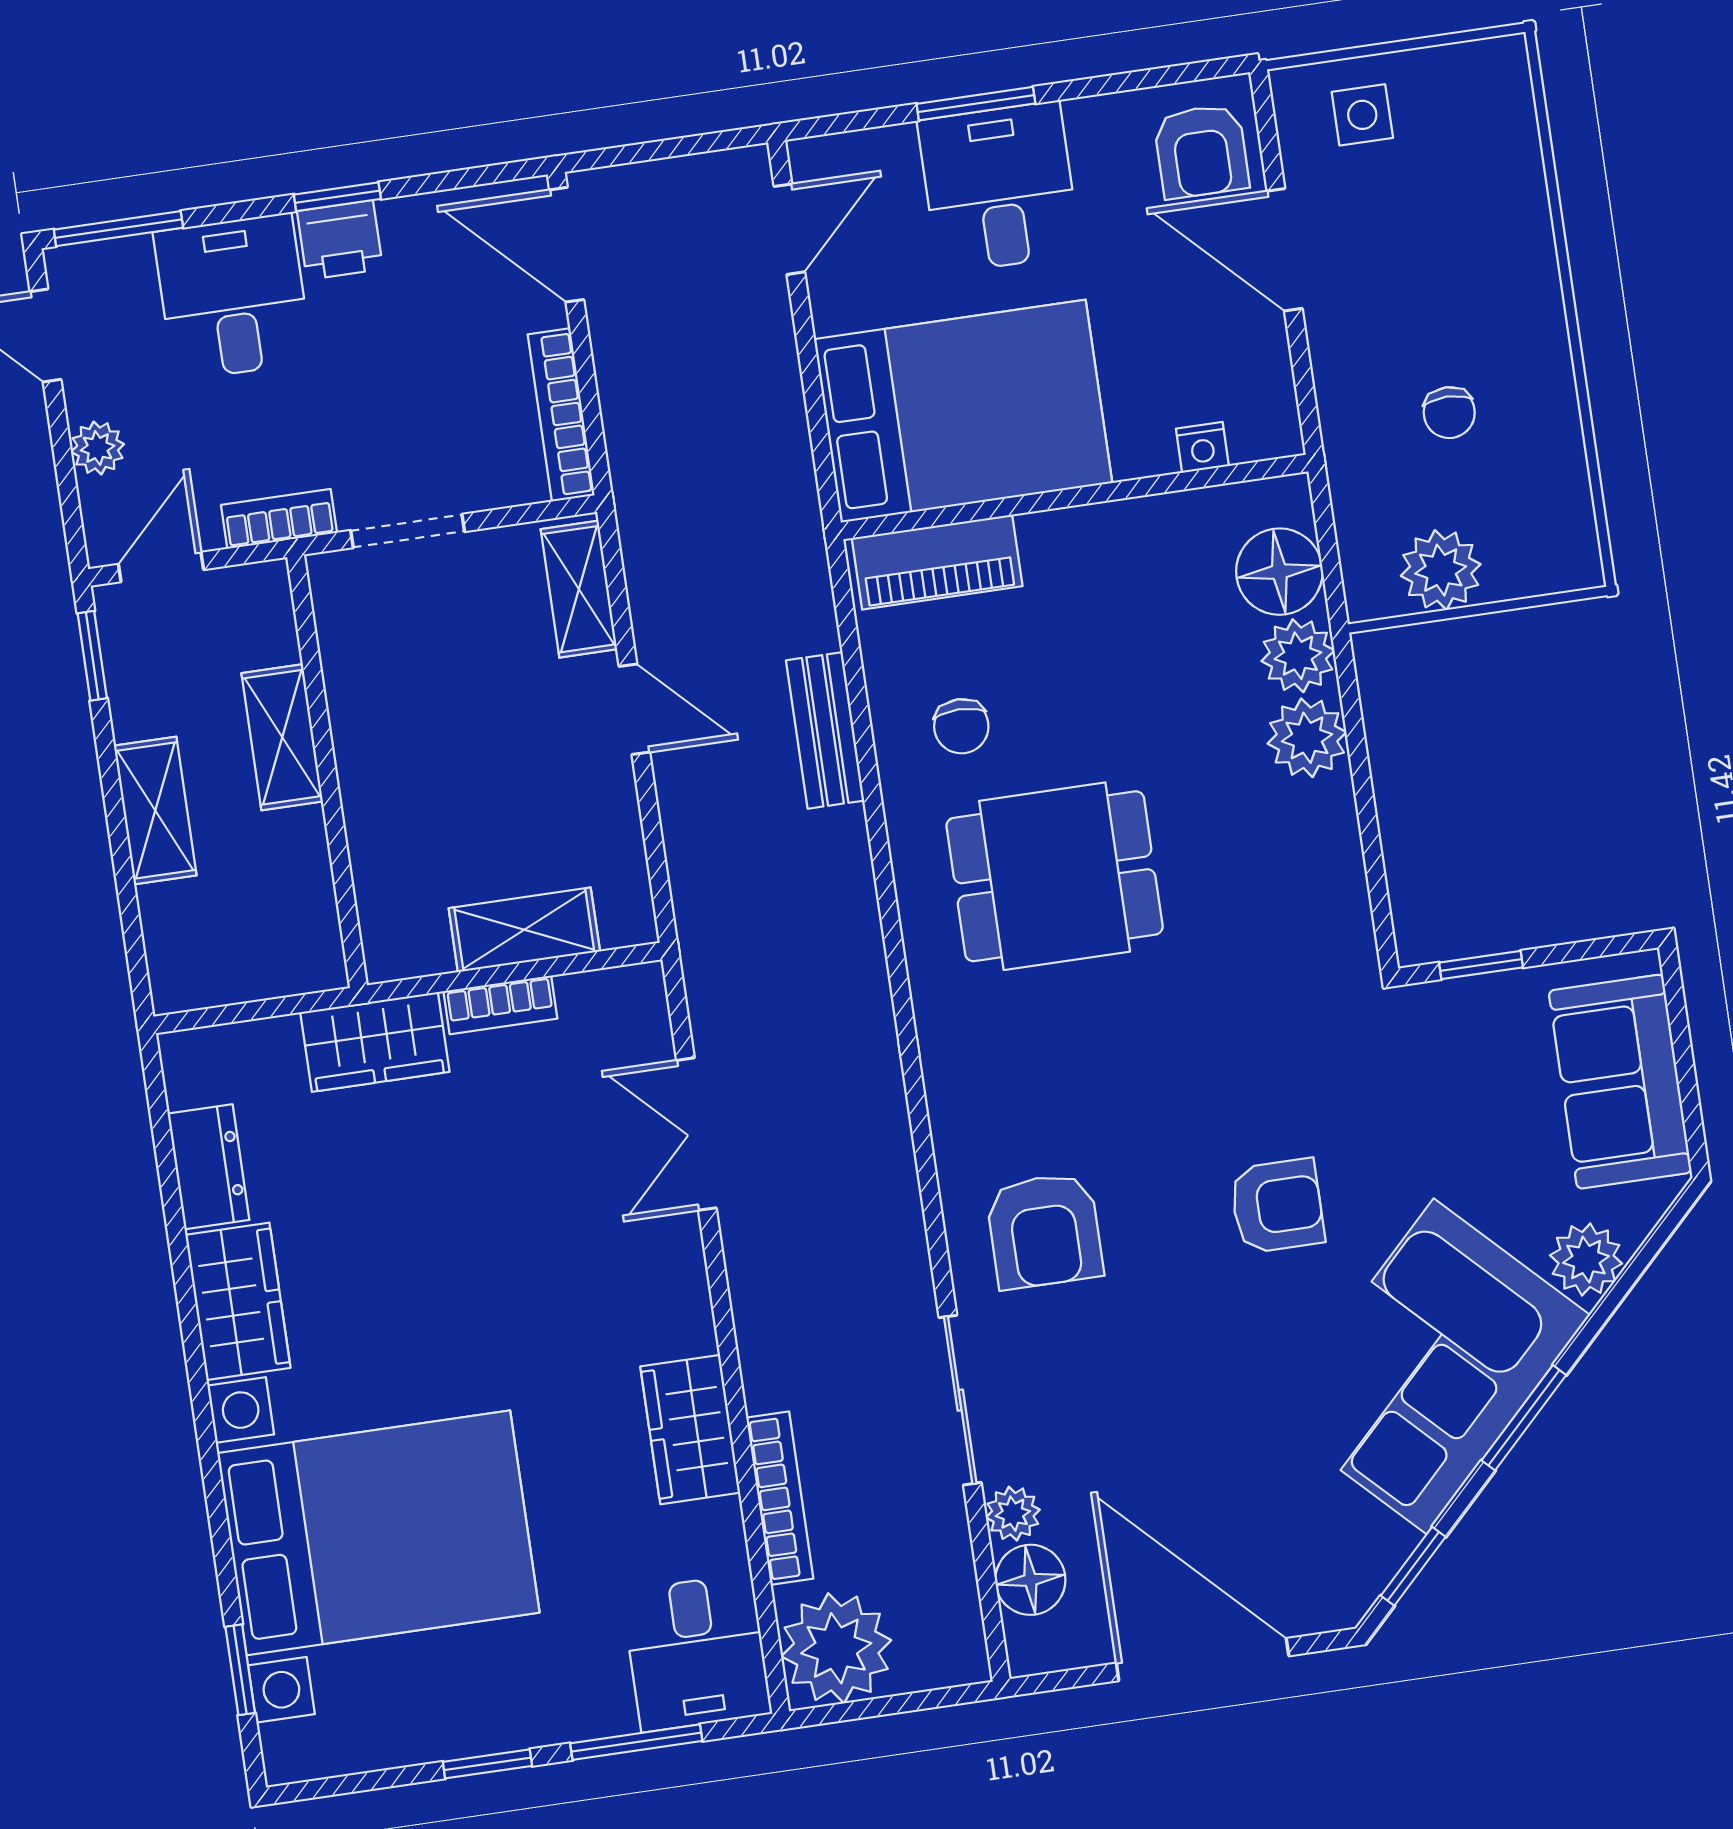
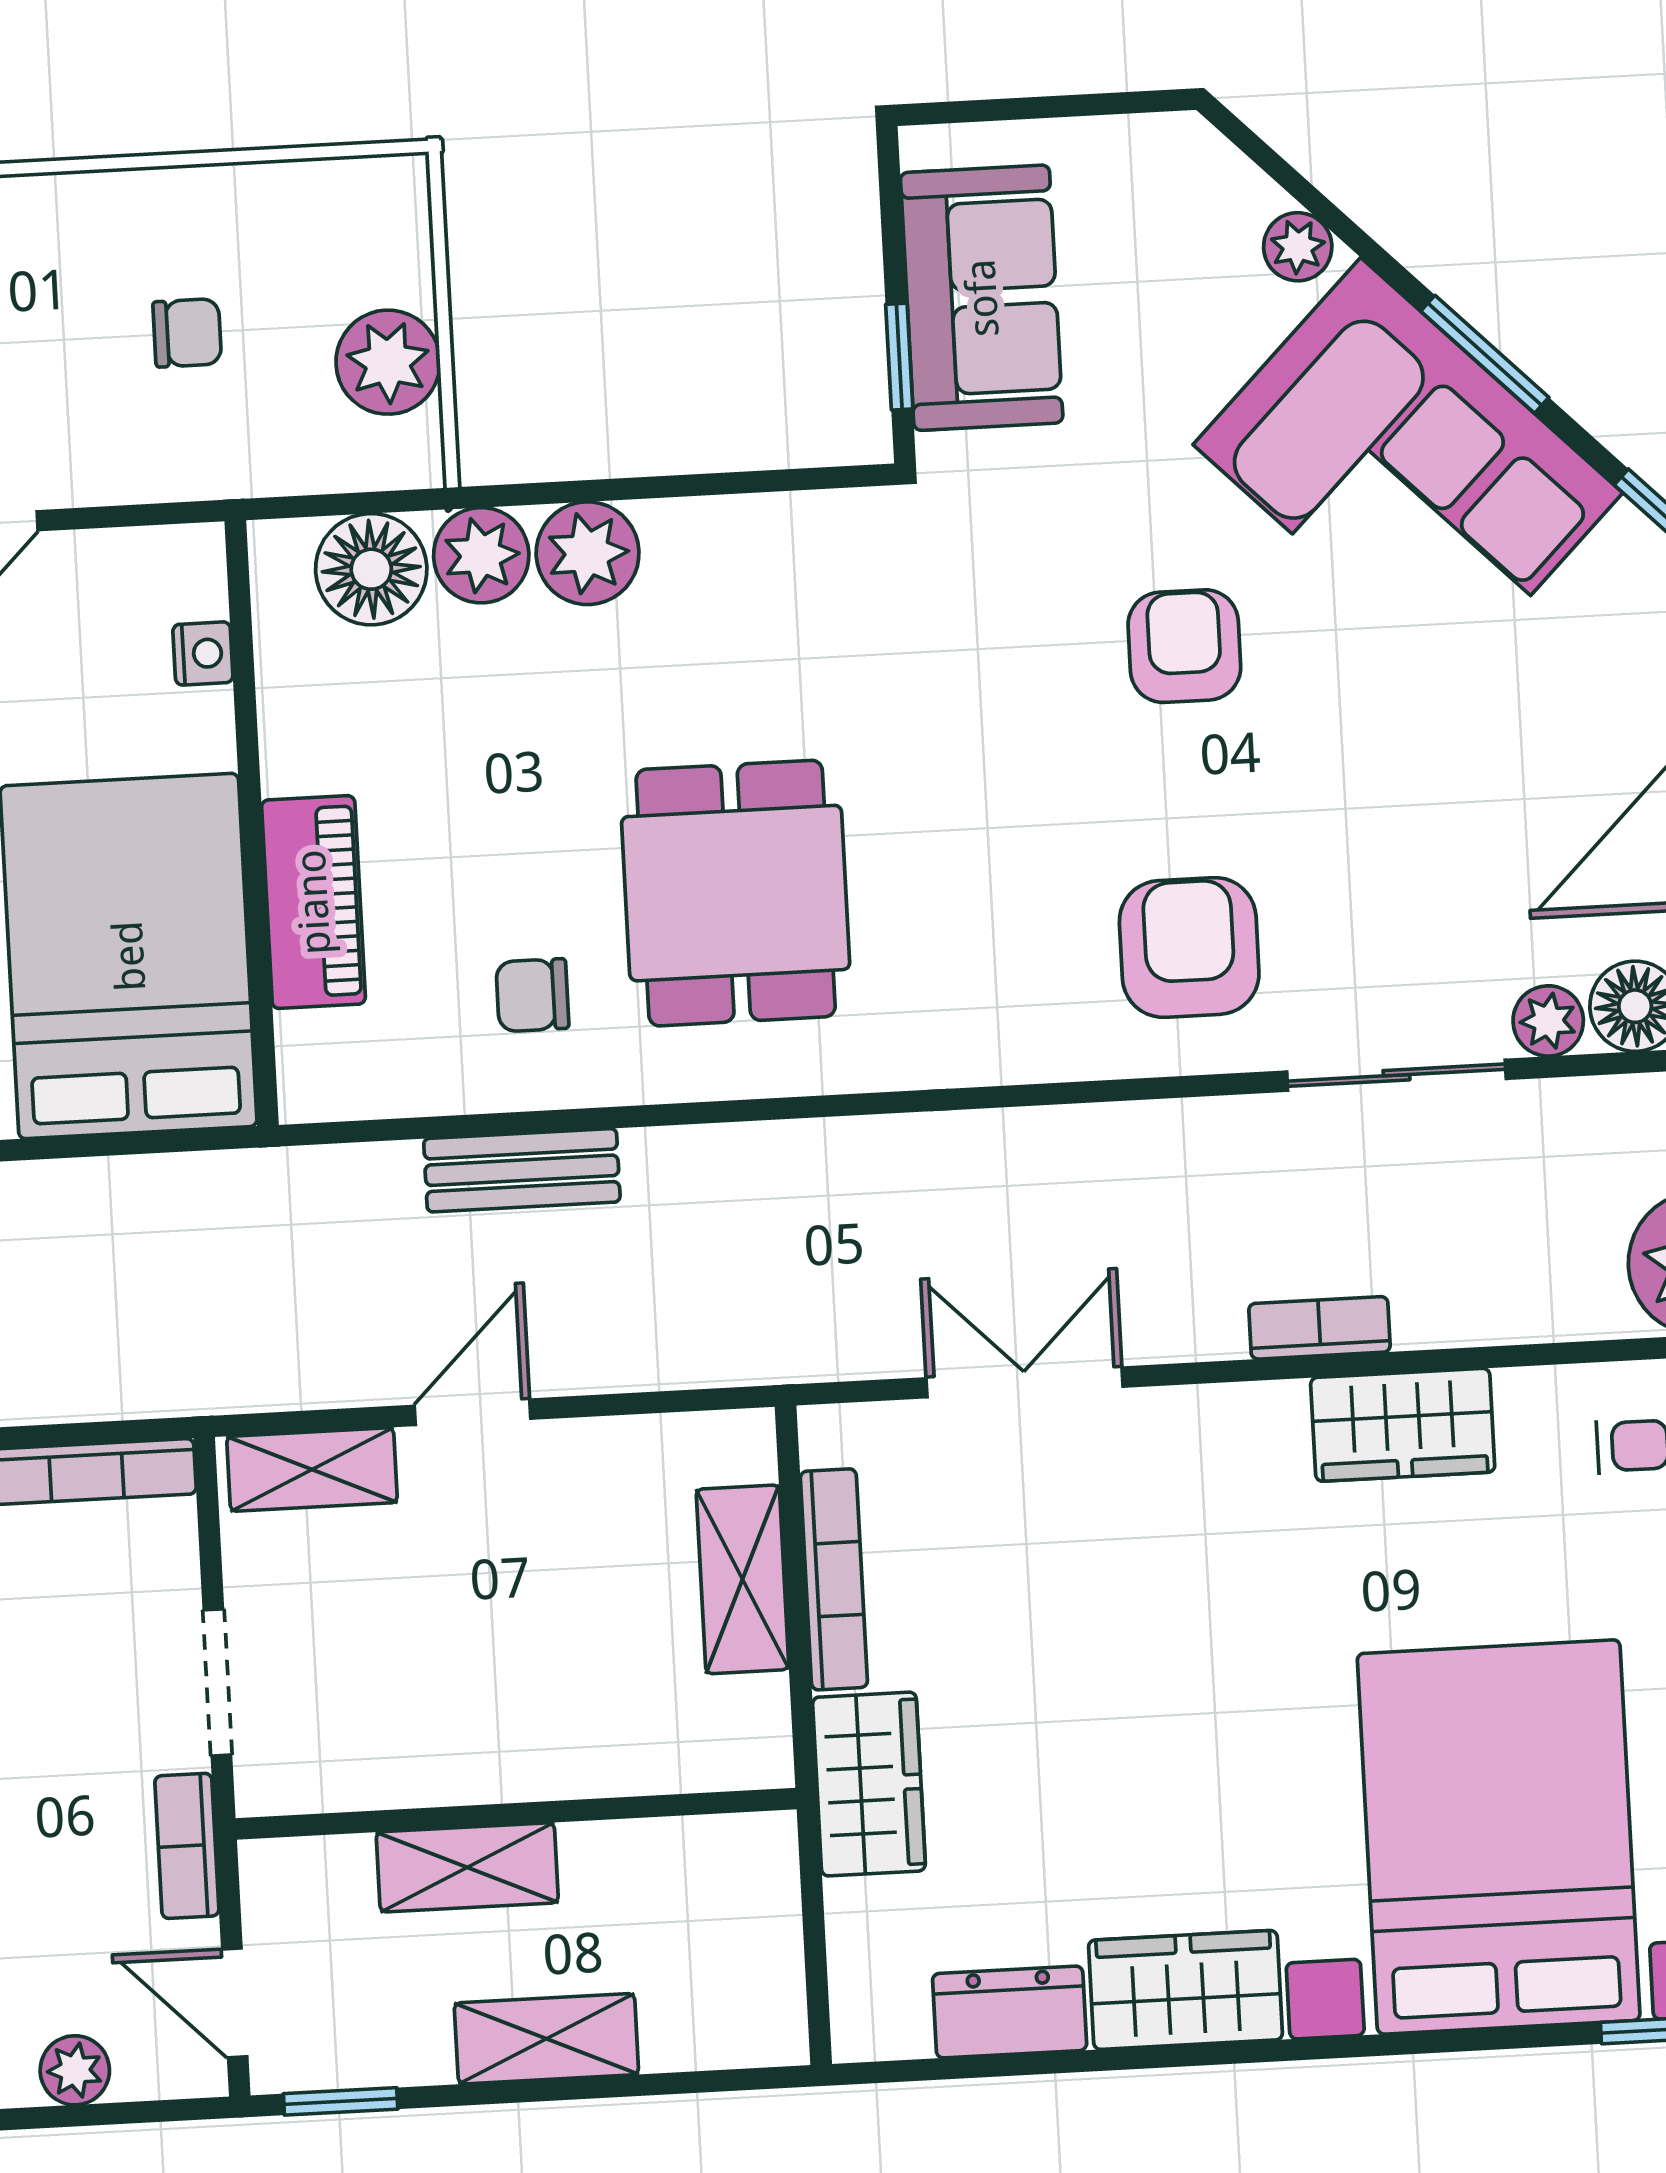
piano: (937, 562) -> (313, 902), moved
chair: (961, 726) -> (532, 995), turned 180
bookcase: (500, 1005) -> (834, 1579), width x1.56
sofa: (1620, 1082) -> (982, 298), moved, turned -90
double door: (696, 1134) -> (1025, 1382), swing flipped
armchair: (1044, 1231) -> (1189, 947), turned -90
plant: (1586, 1259) -> (1298, 247), width x0.73, depth x0.73
bookcase: (780, 1498) -> (1319, 1328), moved, width x0.64

